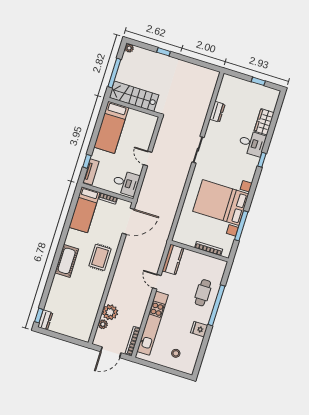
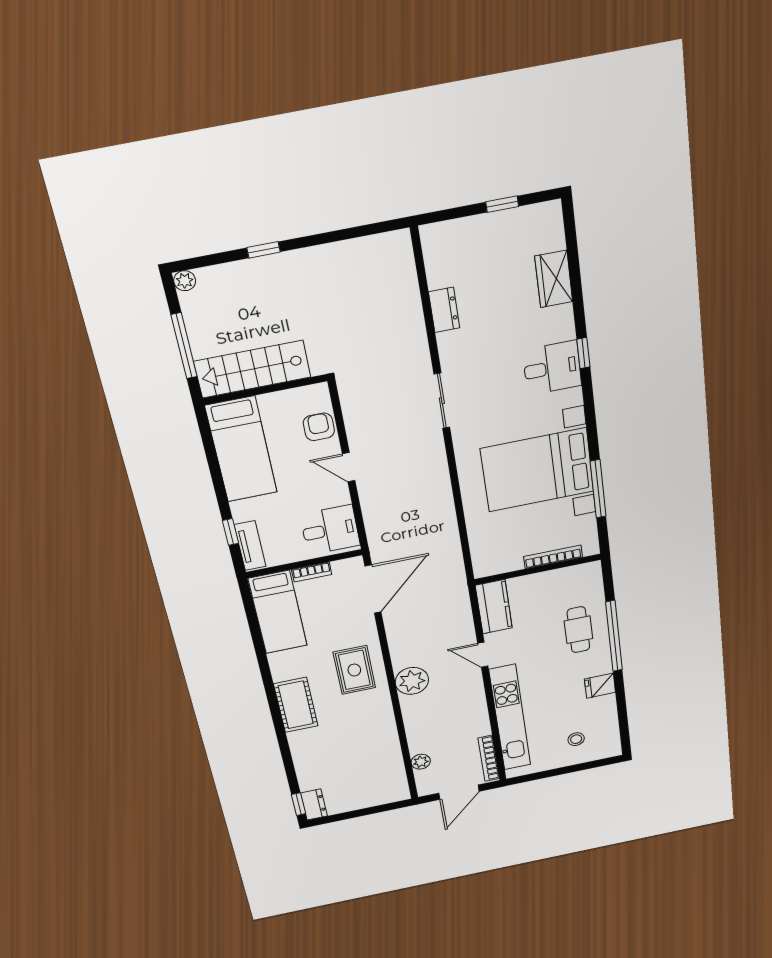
armchair: (146, 134) -> (319, 427), added
desk: (252, 143) -> (552, 368), moved
plant: (110, 312) -> (412, 681), moved

